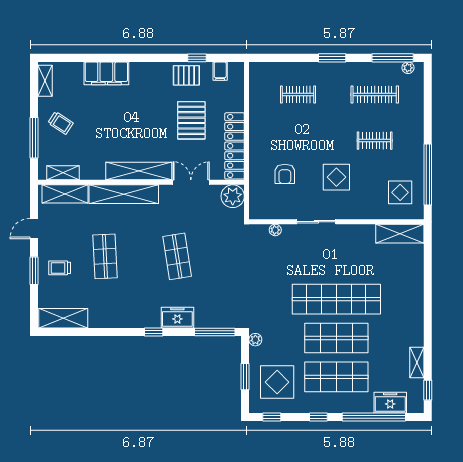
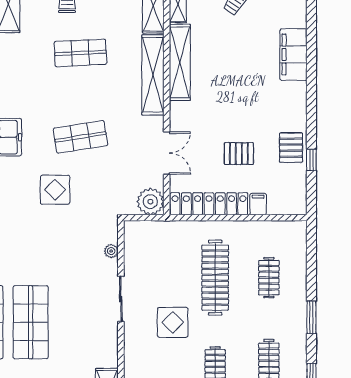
filing cabinet: (220, 71) -> (258, 204), moved, turned 90
pallet: (191, 120) -> (239, 154), width x0.67, depth x0.71
clothes rail: (298, 141) -> (215, 278), added
shelving: (139, 171) -> (180, 62), moved
armchair: (285, 174) -> (176, 262), removed
display table: (223, 278) -> (55, 190), added
shop shelf: (336, 299) -> (31, 322), width x0.71

